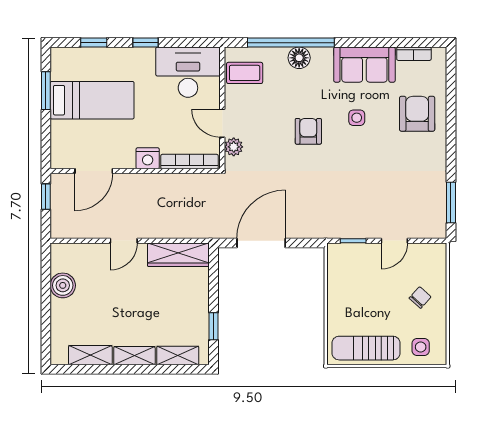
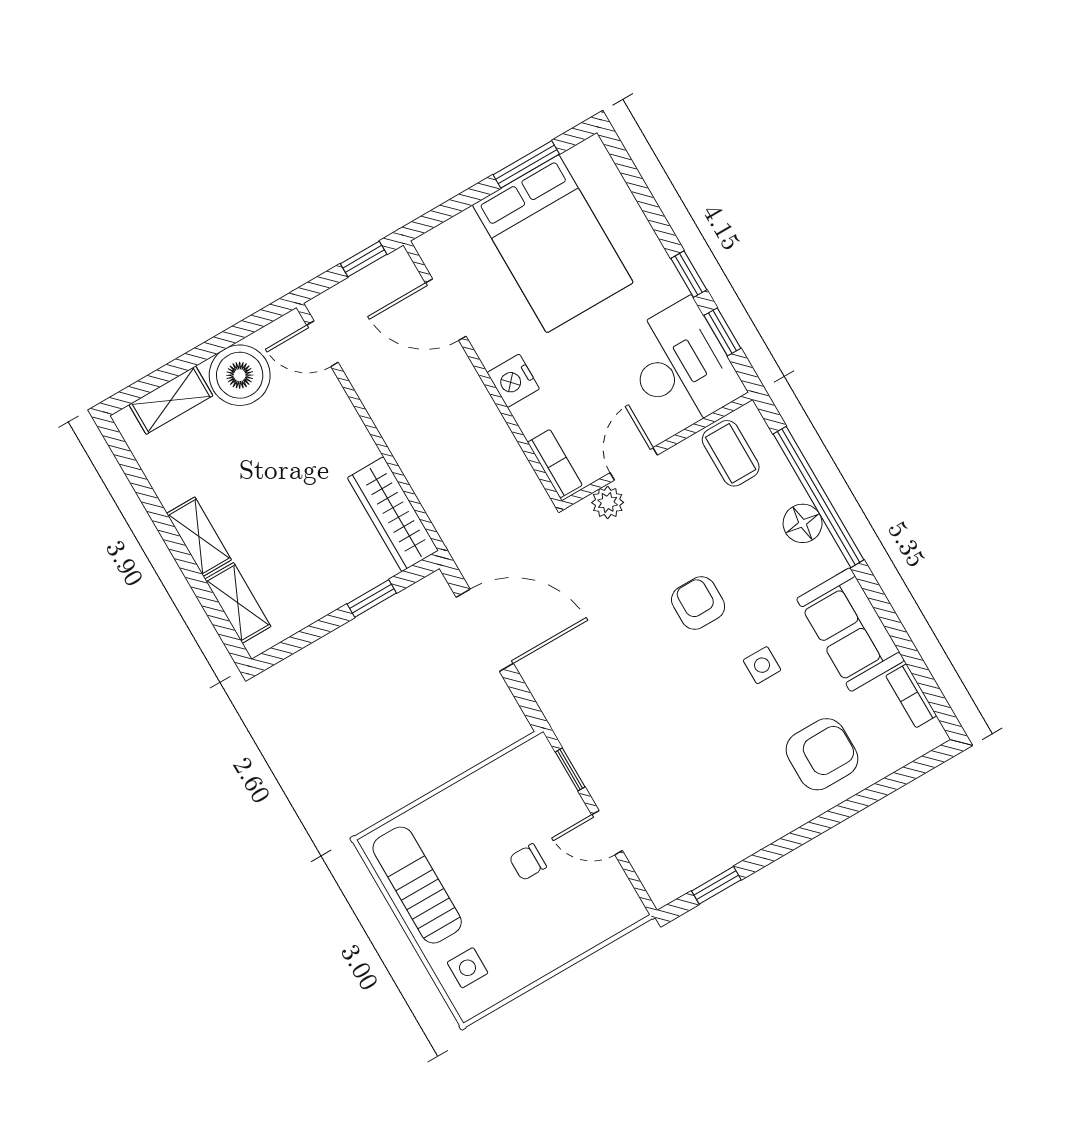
window: (94, 43) -> (722, 332), moved
bed: (92, 100) -> (553, 244), width x1.50
armchair: (308, 131) -> (698, 603), turned -90
bookcase: (189, 162) -> (555, 464), width x0.64
window: (451, 202) -> (716, 885), width x0.67
door: (124, 241) -> (322, 344), moved
boiler: (63, 285) -> (240, 375), width x1.37, depth x1.37
chair: (420, 298) -> (528, 862), moved, turned 138
window: (214, 326) -> (372, 598), moved
shelving: (90, 355) -> (171, 400), moved, turned 90

